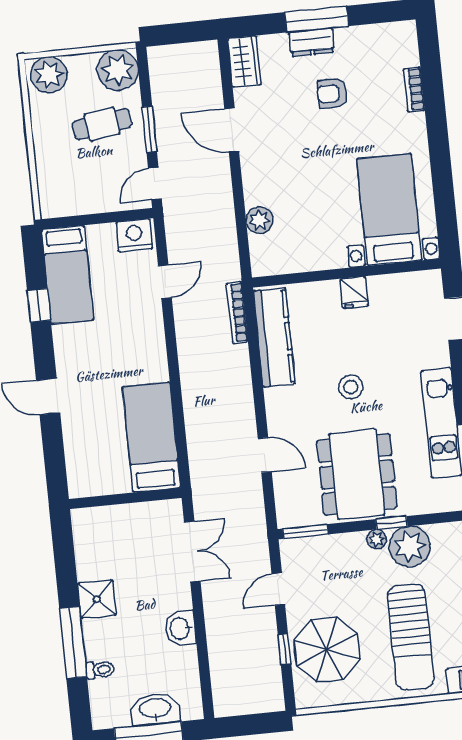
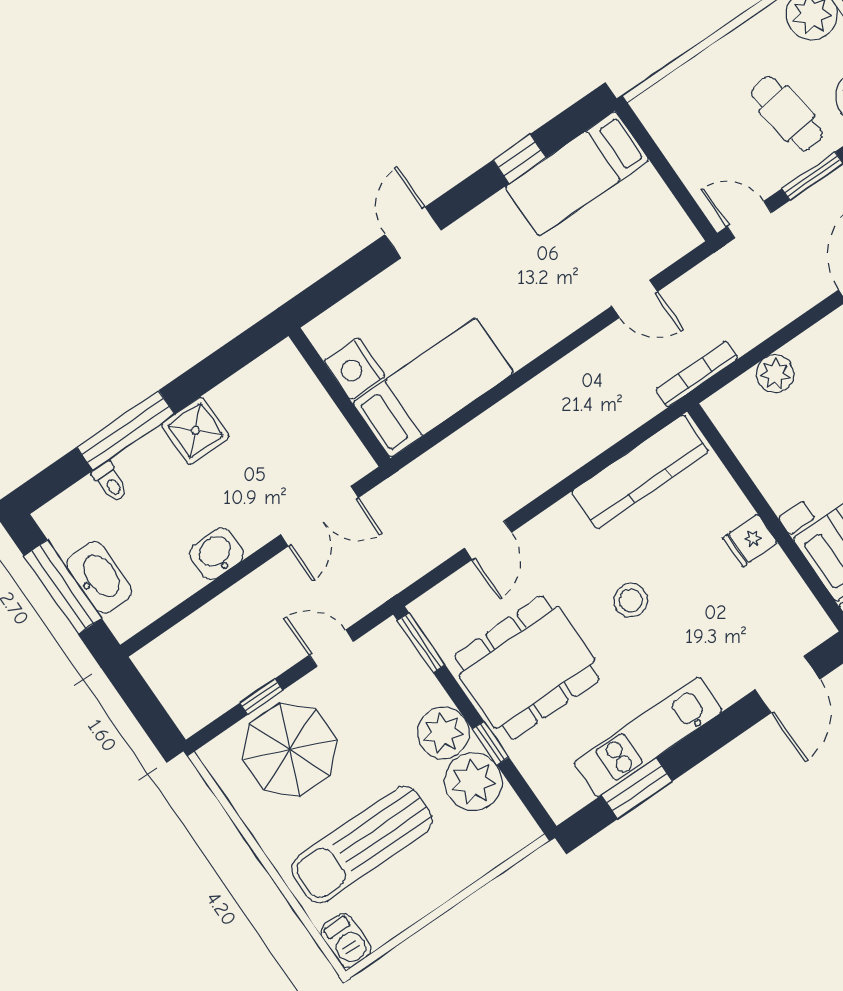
nightstand: (134, 235) -> (355, 369), moved, turned 180
bookcase: (237, 312) -> (697, 374), moved
plant: (377, 539) -> (443, 733), width x1.88, depth x1.88

